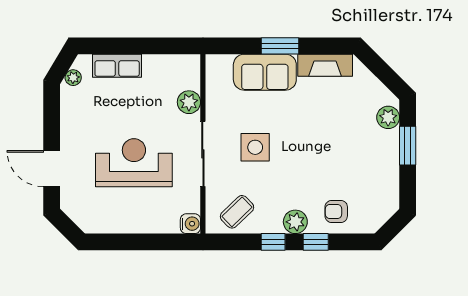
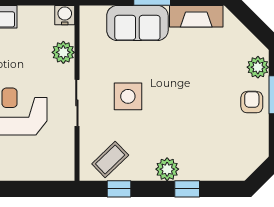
sliding door: (203, 154) -> (77, 103), width x0.73
armchair: (336, 211) -> (252, 102), moved, turned 90
water cooler: (190, 224) -> (65, 15), moved, turned -90
window: (273, 242) -> (119, 189), moved

